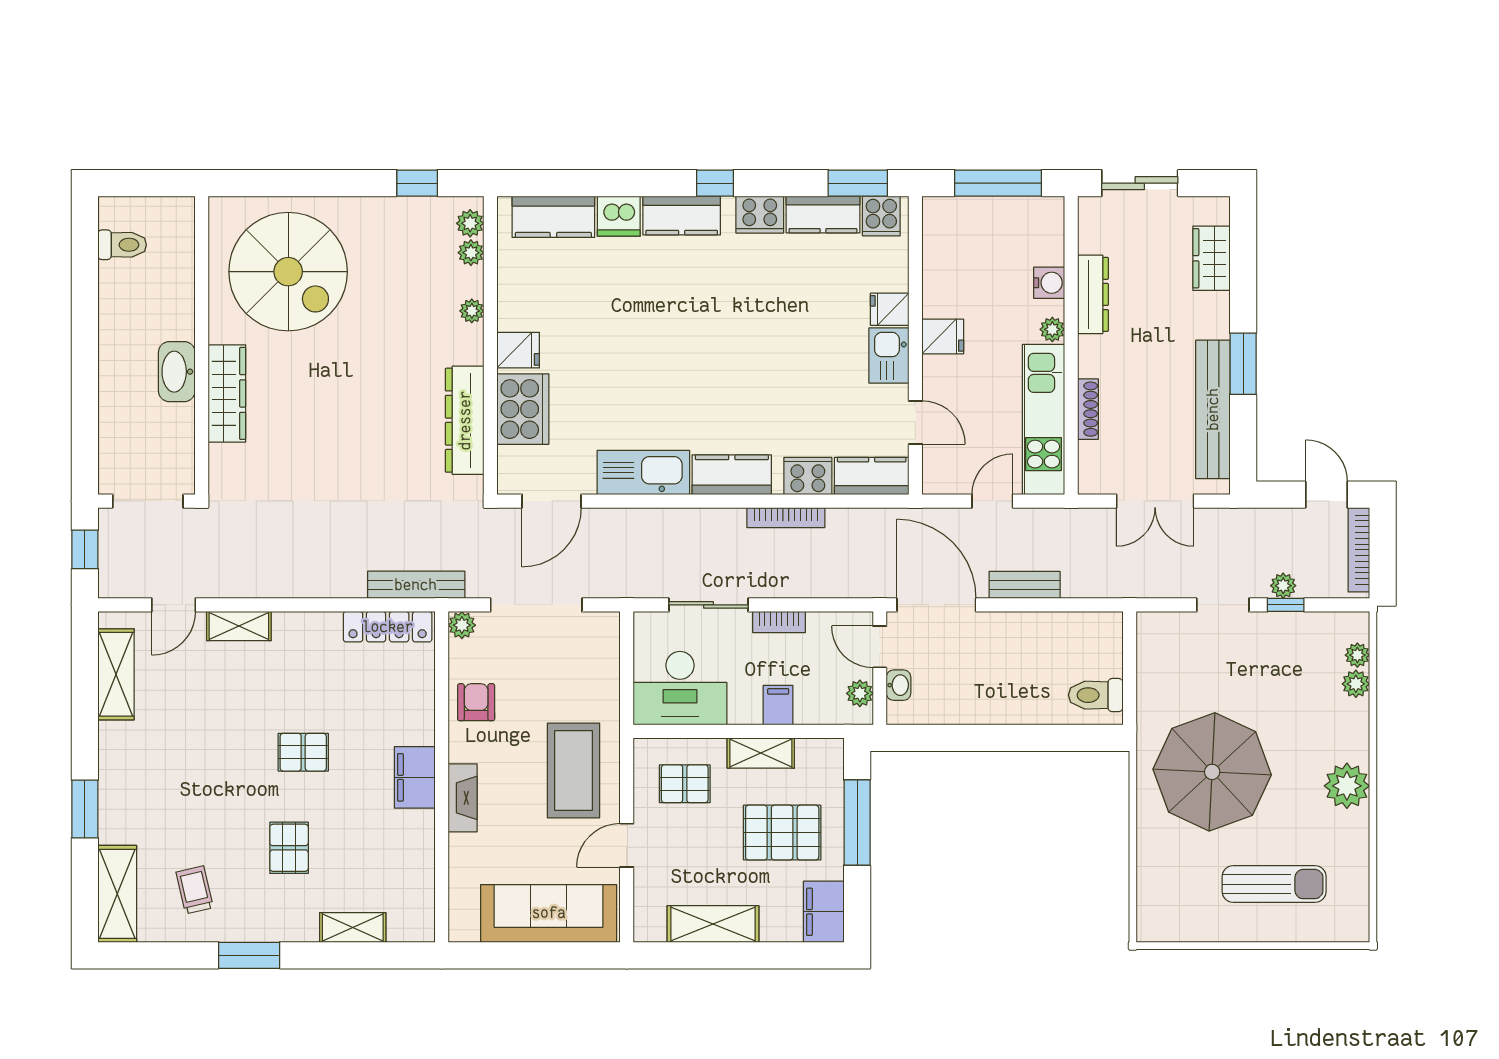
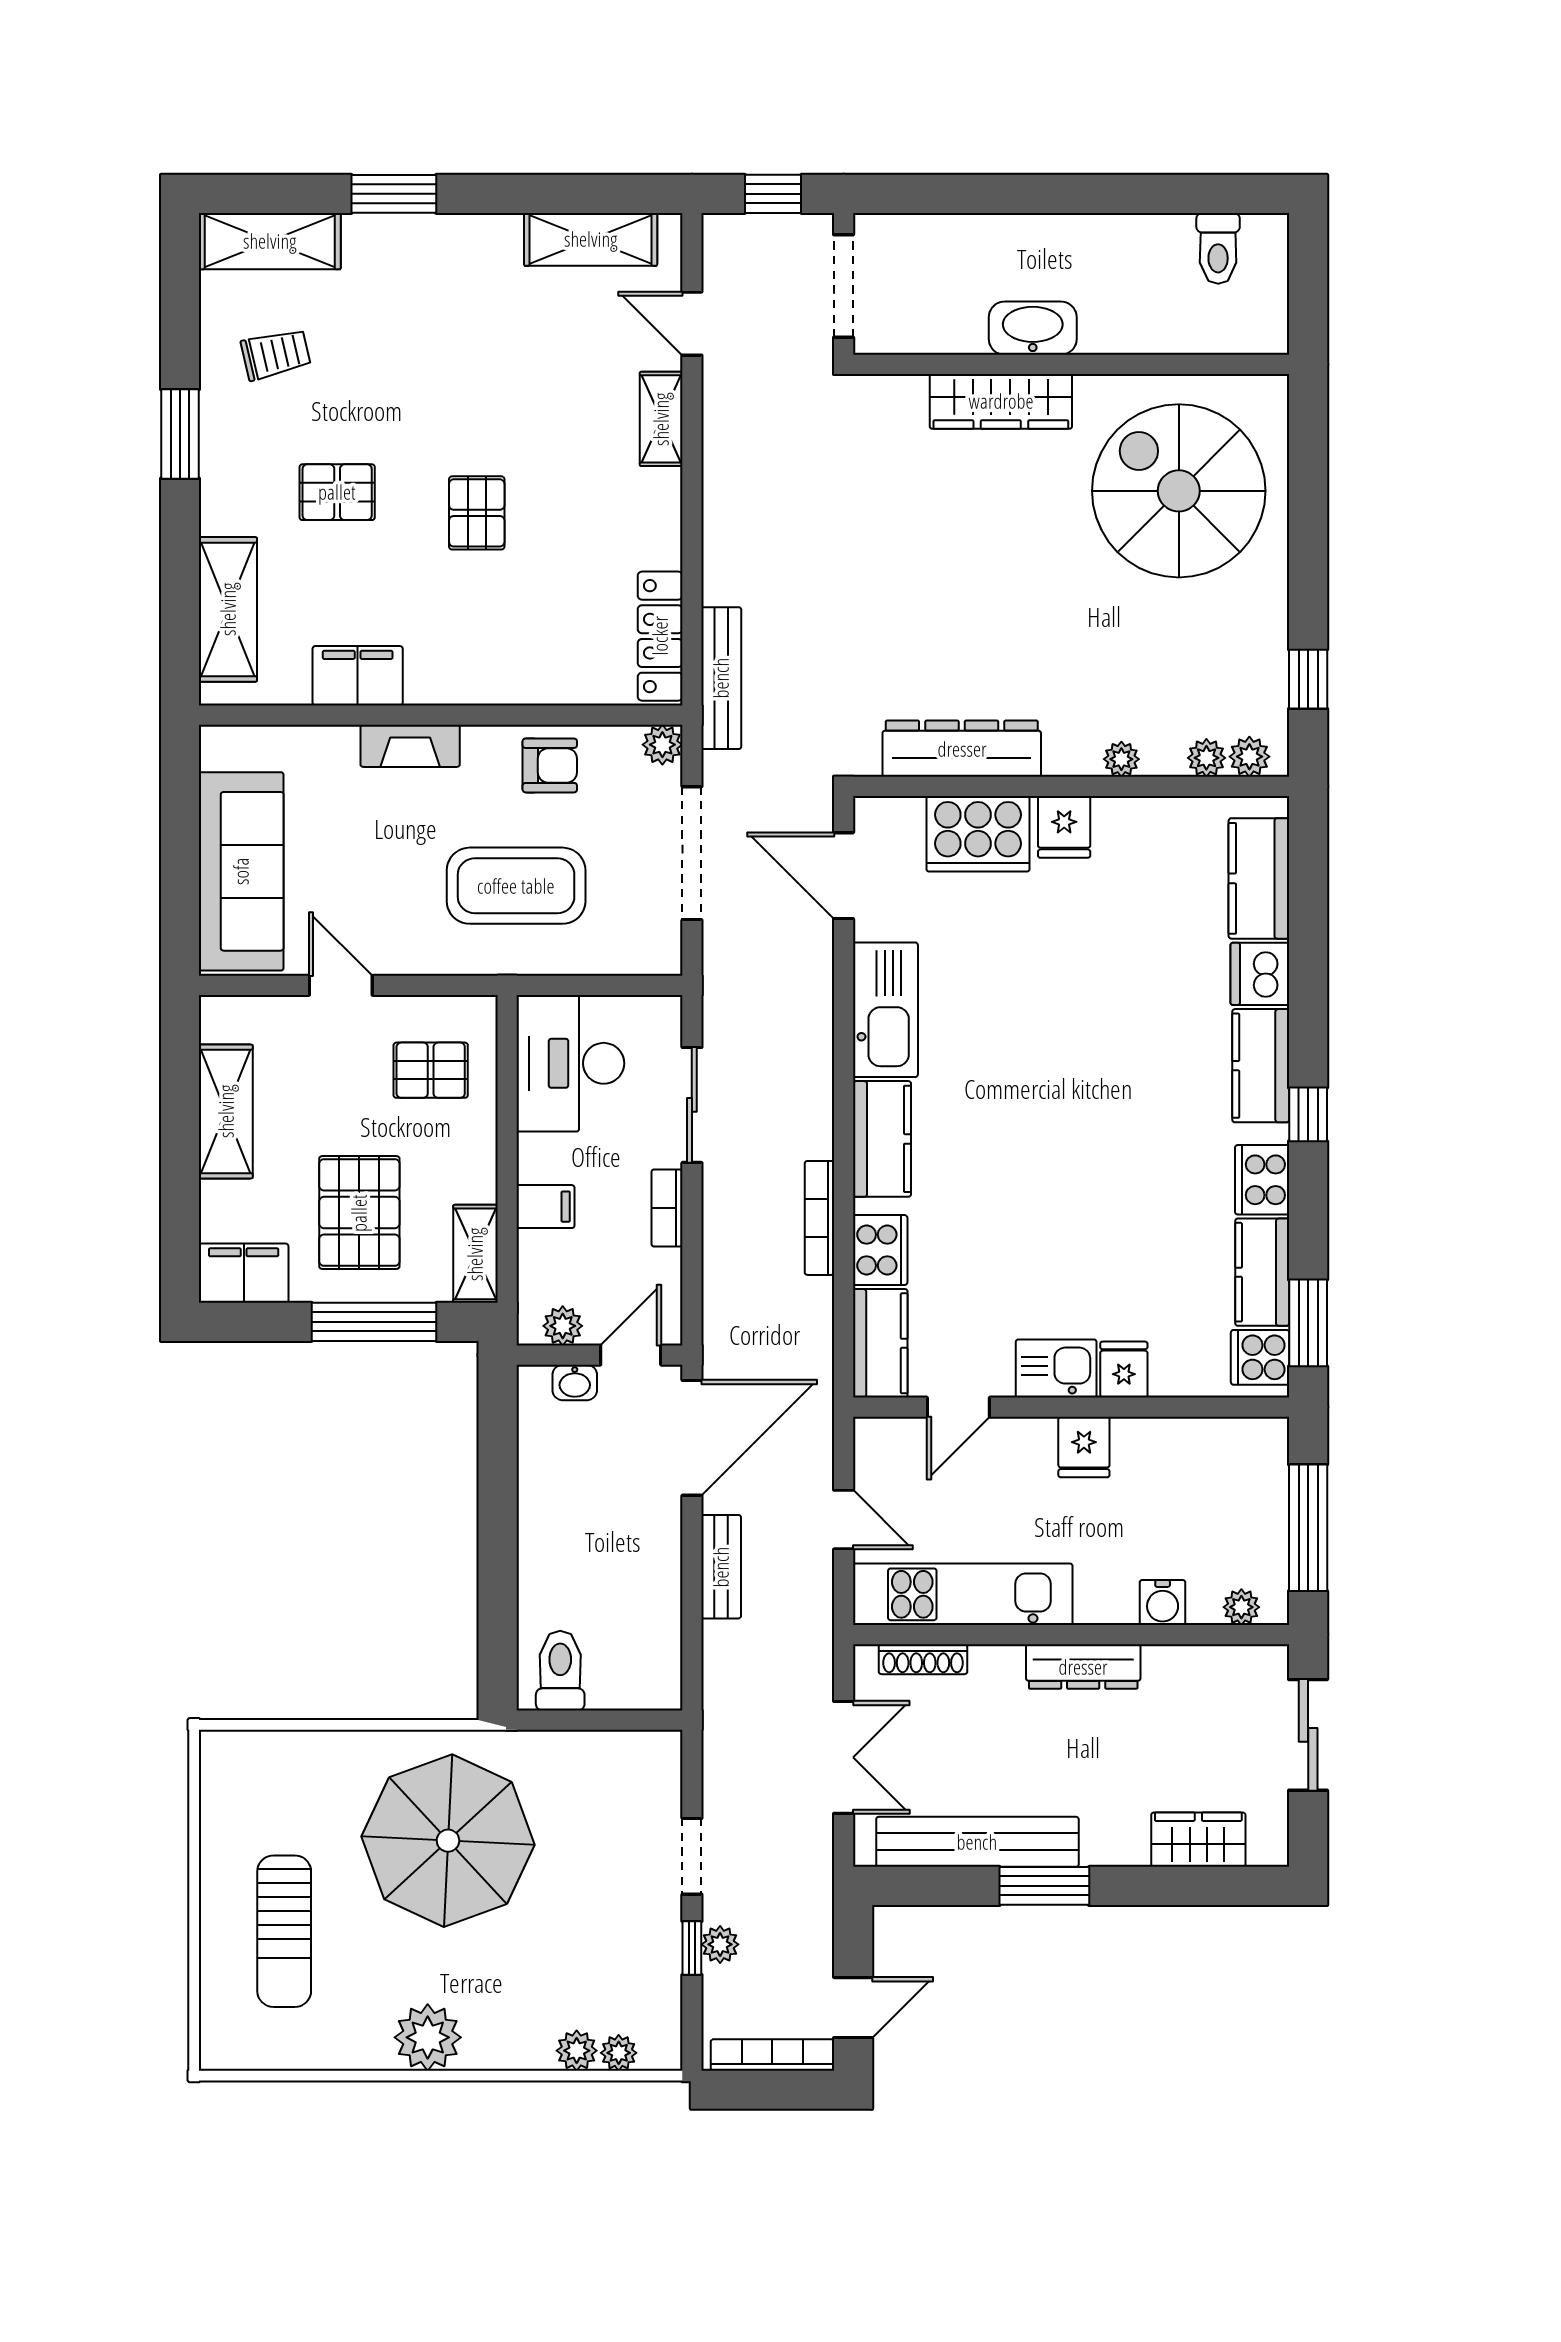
spiral stairs: (288, 272) -> (1179, 491), turned 90
dresser: (1093, 294) -> (1083, 1667), moved
plant: (1052, 329) -> (1241, 1607), moved
shoe rack: (1088, 409) -> (923, 1659), moved
double door: (1155, 501) -> (844, 1757), swing flipped
shelving: (761, 753) -> (475, 1254), moved
coffee table: (574, 770) -> (516, 886), moved
filing cabinet: (415, 777) -> (358, 676), moved
pallet: (685, 784) -> (431, 1070), turned 90
shelving: (353, 927) -> (228, 609), width x1.50, depth x1.33

